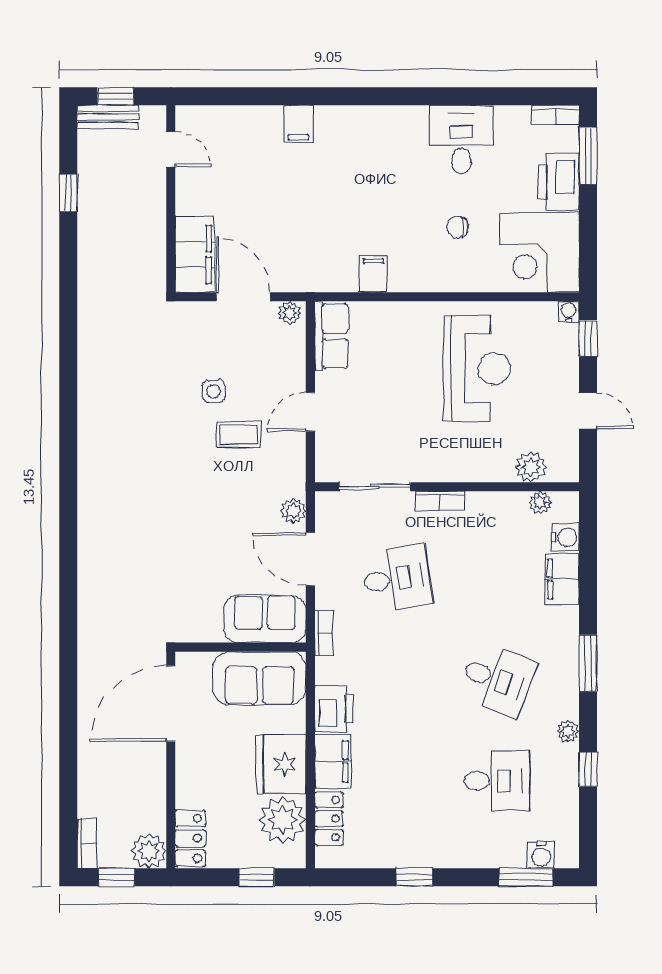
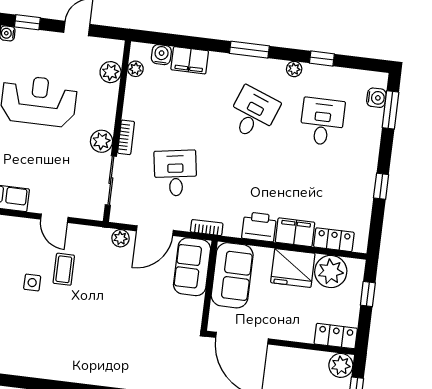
plant: (430, 466) -> (101, 141), added

